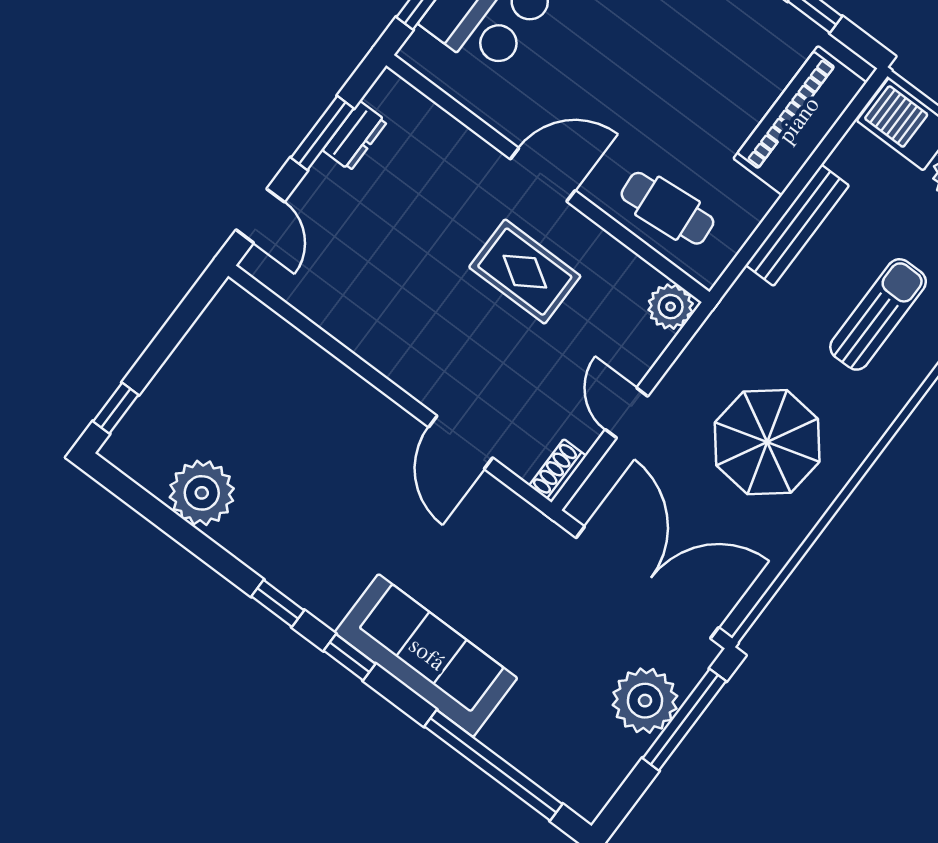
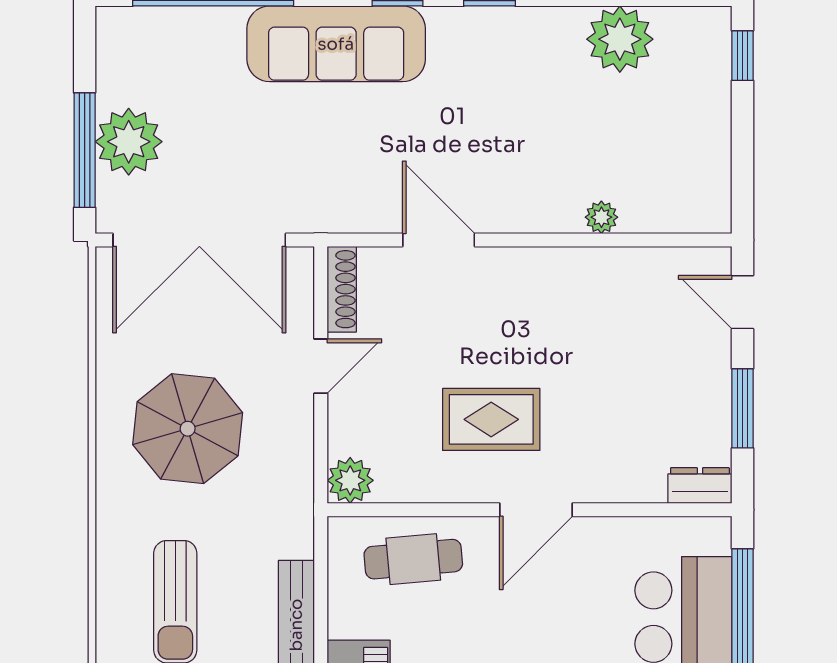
dresser: (355, 136) -> (700, 485), moved, turned 90
plant: (320, 365) -> (601, 217), added
door: (627, 413) -> (321, 366), hinge flipped
shoe rack: (558, 471) -> (342, 289), width x1.43

